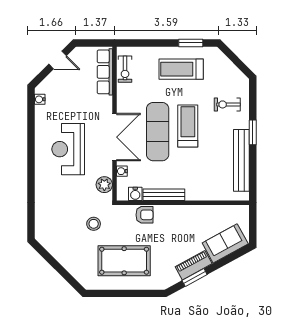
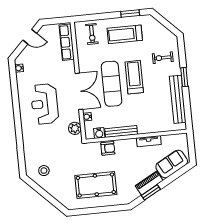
exercise bike: (125, 69) -> (92, 34), moved
tv unit: (198, 211) -> (149, 141), added
stool: (94, 224) -> (44, 171), moved

